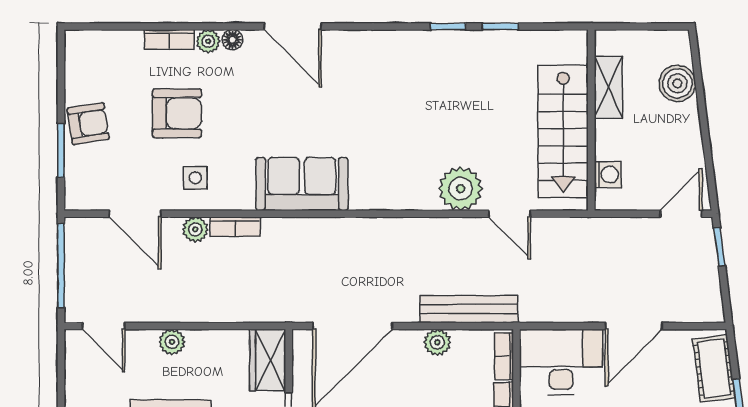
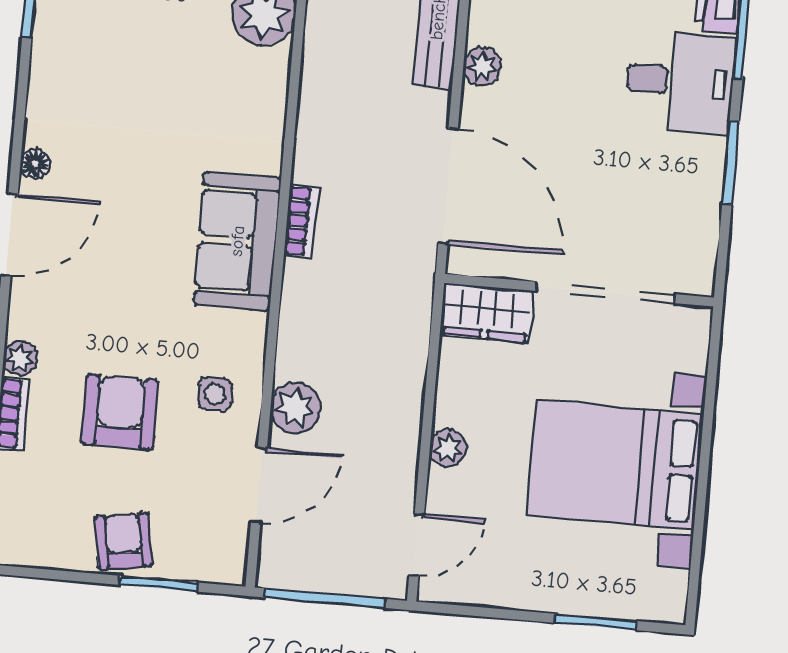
floor lamp: (233, 40) -> (35, 164), moved
bookcase: (235, 227) -> (301, 221), moved
plant: (195, 229) -> (296, 408), width x1.38, depth x1.38

